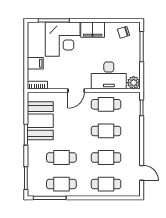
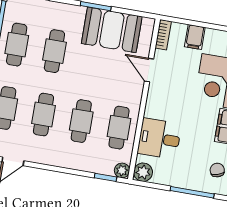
desk: (109, 75) -> (159, 139), width x0.73
door: (76, 91) -> (149, 70), moved
plant: (135, 97) -> (122, 170), added

